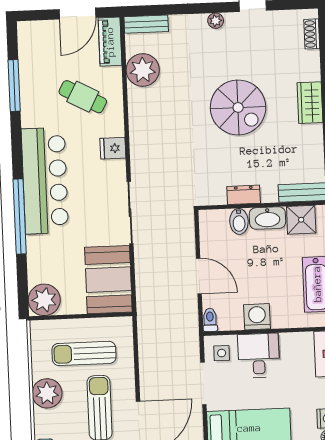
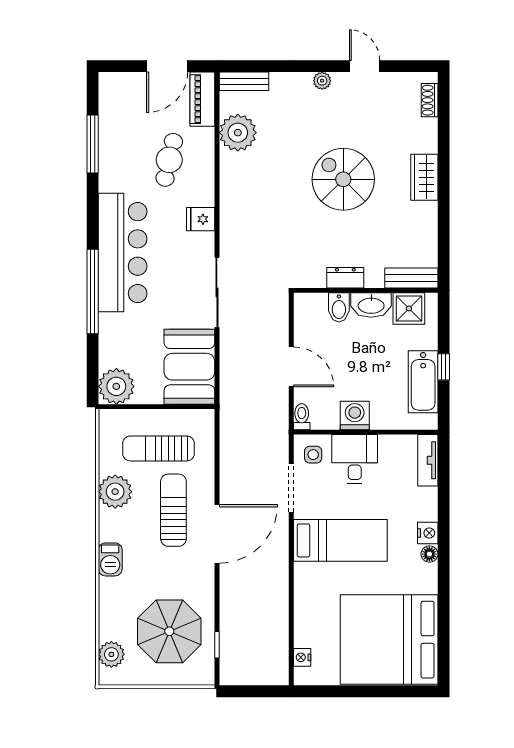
cafe table: (83, 97) -> (169, 160), turned 75
spiral stairs: (238, 107) -> (343, 179), turned 180

